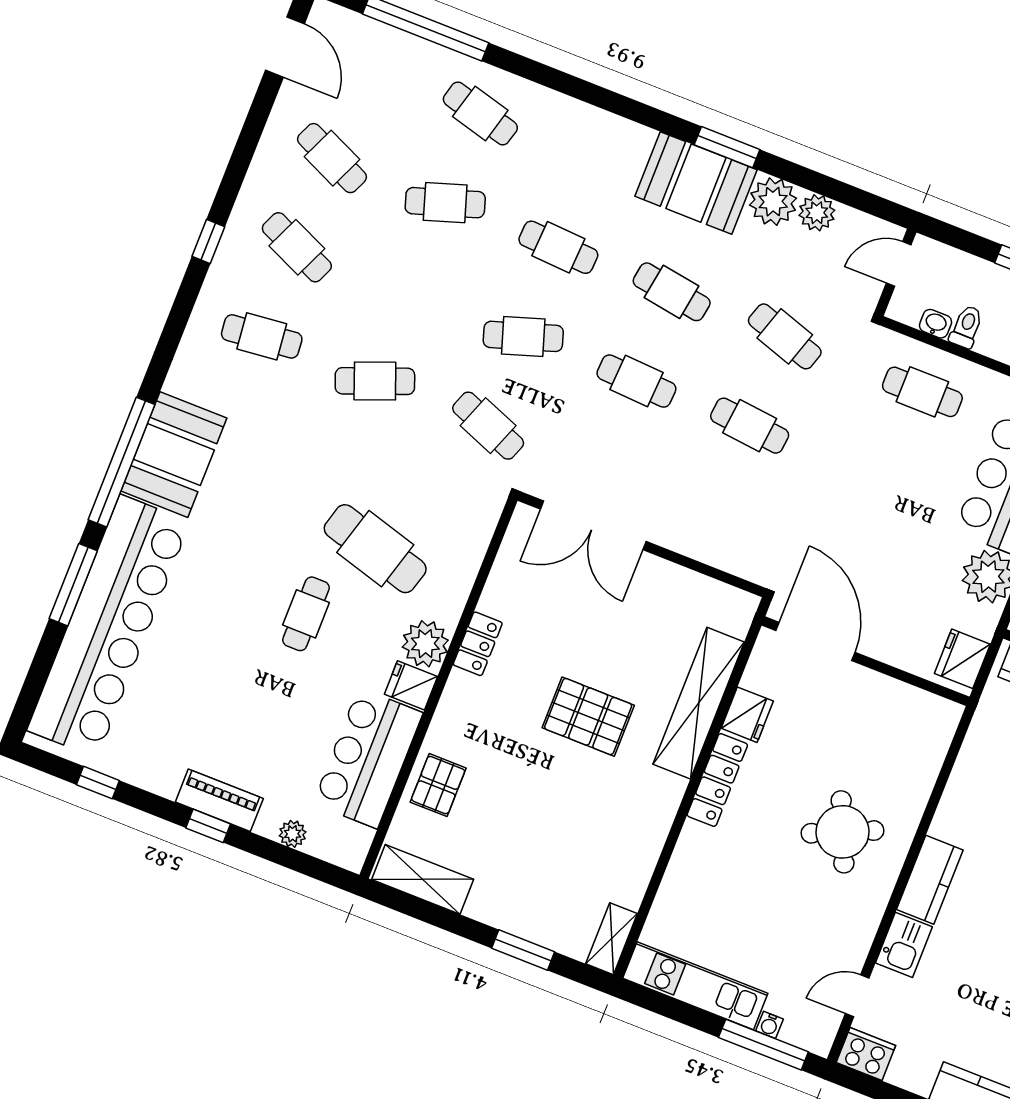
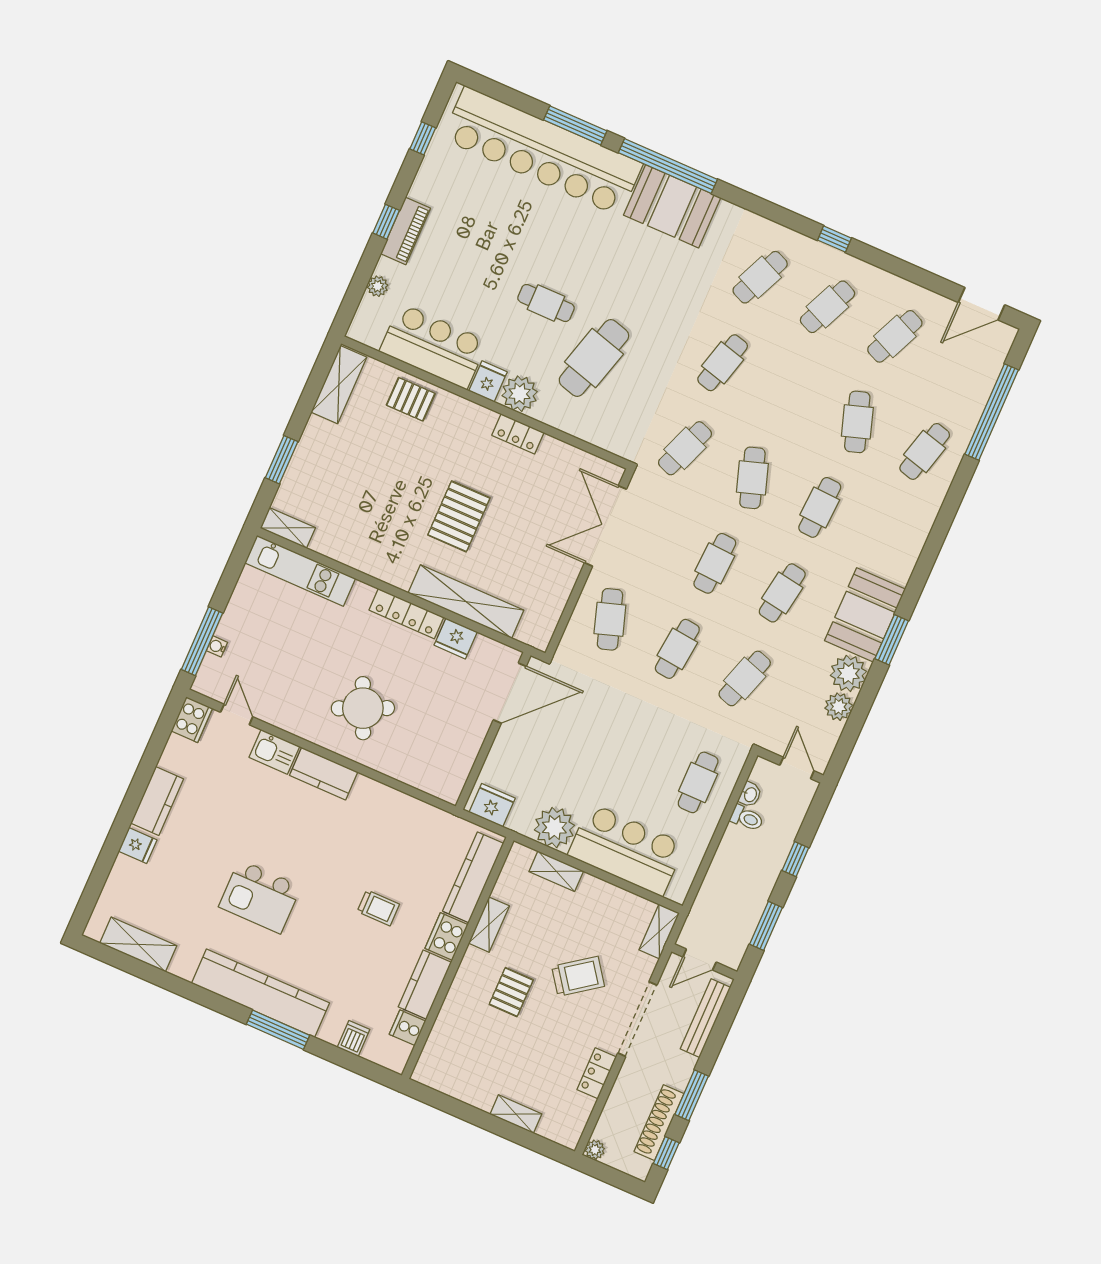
cafe table: (262, 336) -> (760, 277), turned 30
cafe table: (375, 381) -> (723, 363), turned 36
cafe table: (714, 515) -> (610, 619), added
kitchen unit: (695, 986) -> (300, 571), moved, turned 90

